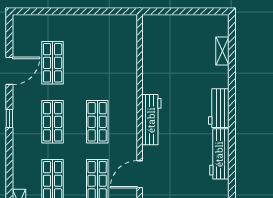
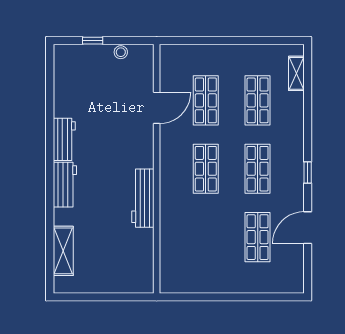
shelving: (222, 51) -> (63, 251), width x1.50, depth x1.33
workbench: (151, 120) -> (143, 198), moved
workbench: (219, 154) -> (64, 139), width x0.73

